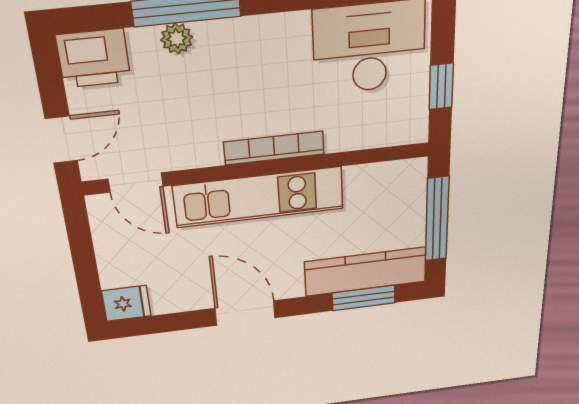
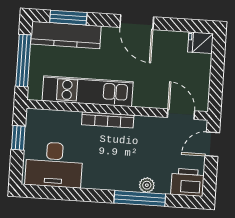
kitchen unit: (259, 197) -> (88, 91), moved

